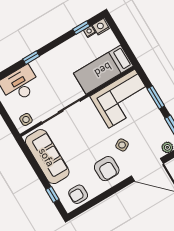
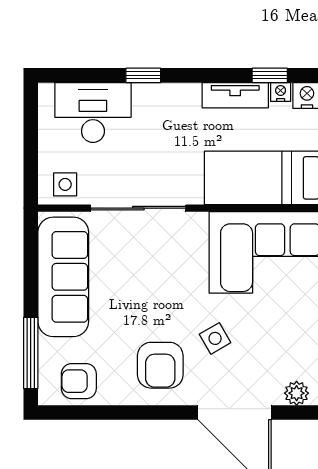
tv unit: (72, 44) -> (235, 95), added
window: (52, 195) -> (31, 353), width x2.17

